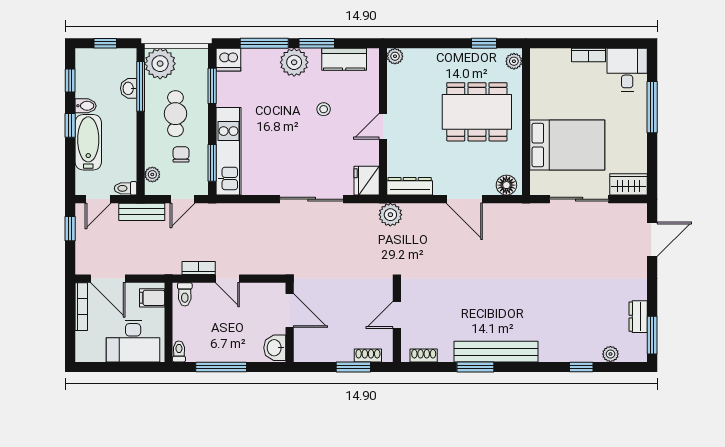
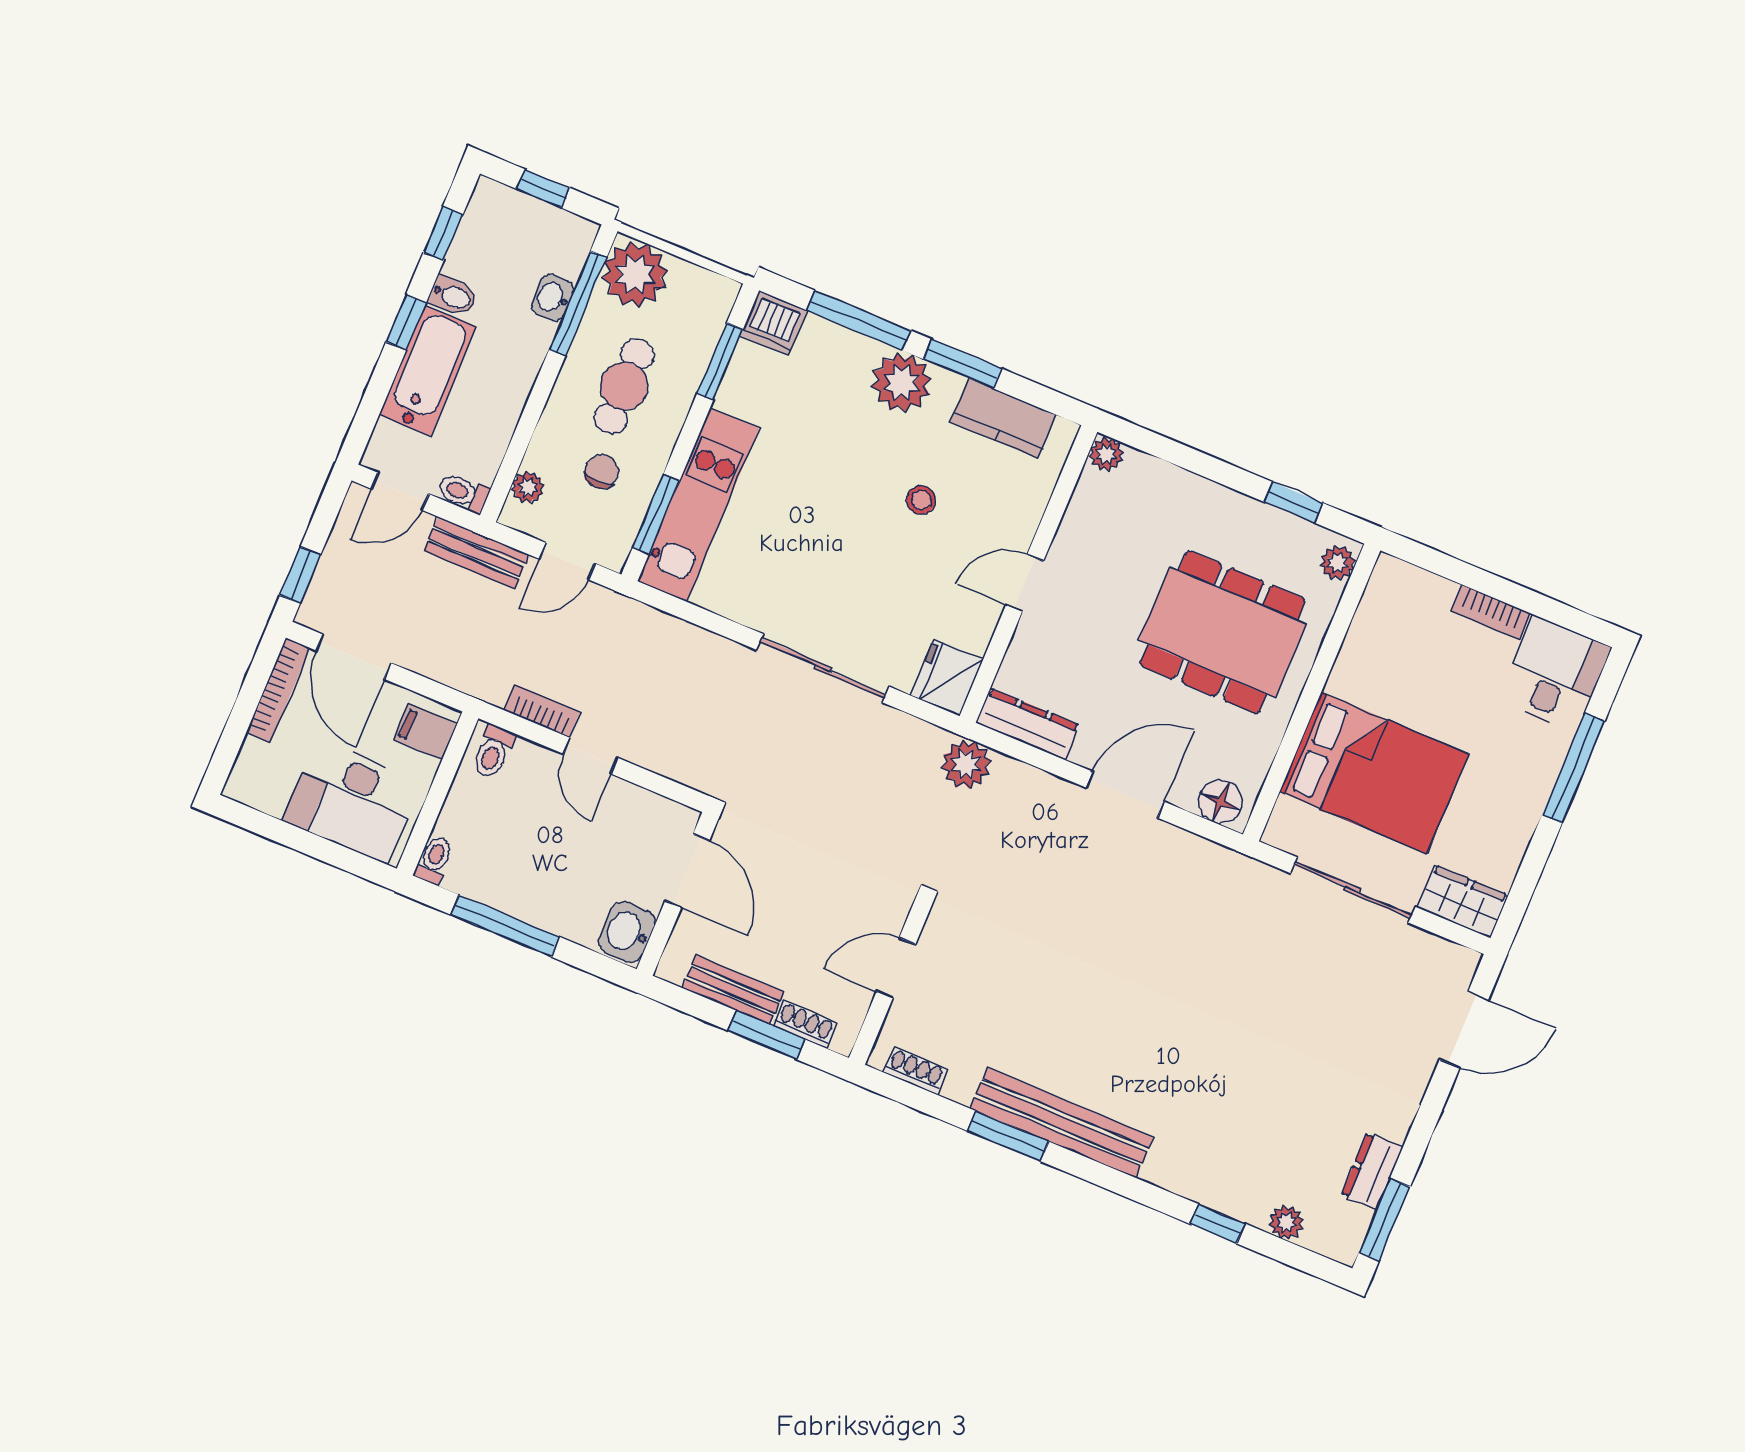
door: (464, 199) -> (1125, 795), swing flipped
window: (70, 229) -> (300, 575), moved
bench: (331, 354) -> (733, 990), added

